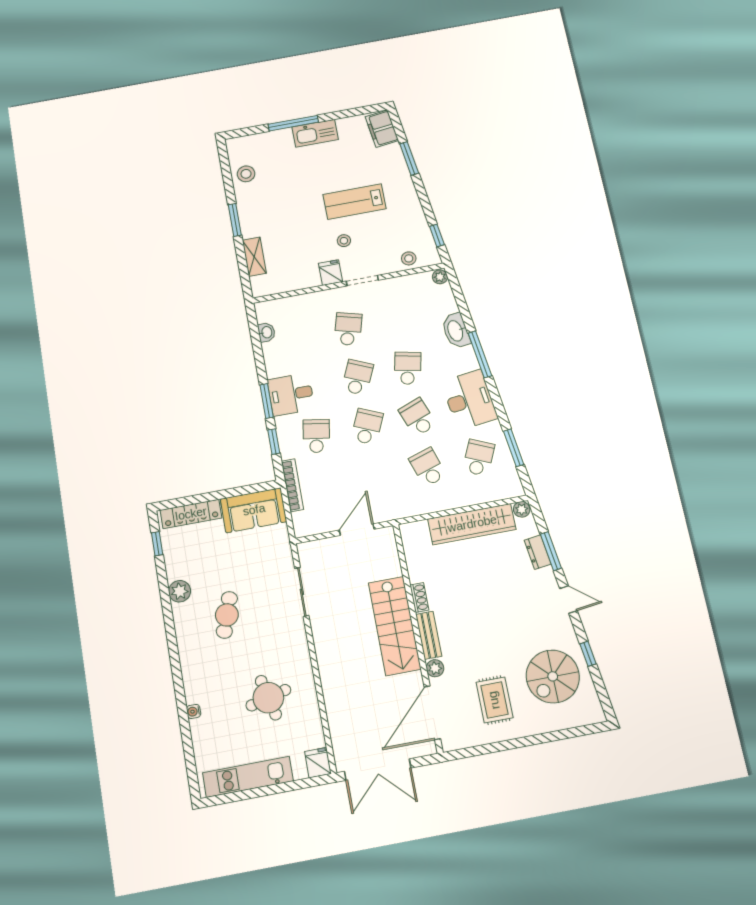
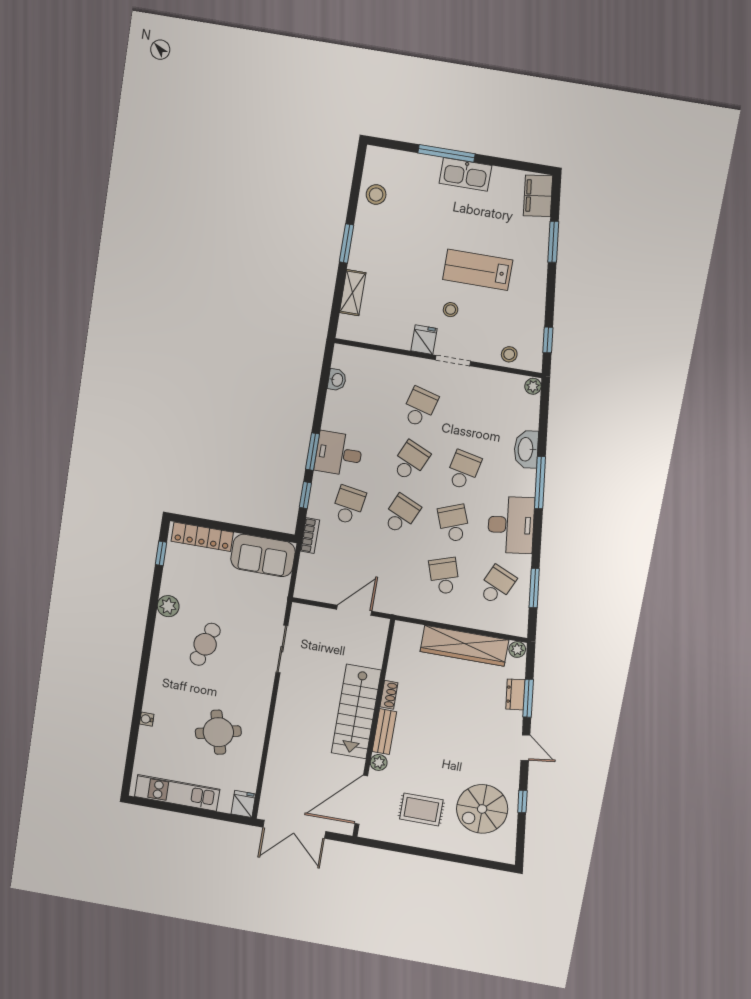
bookcase: (292, 485) -> (310, 536), width x0.64
rug: (494, 700) -> (421, 810), turned 90

